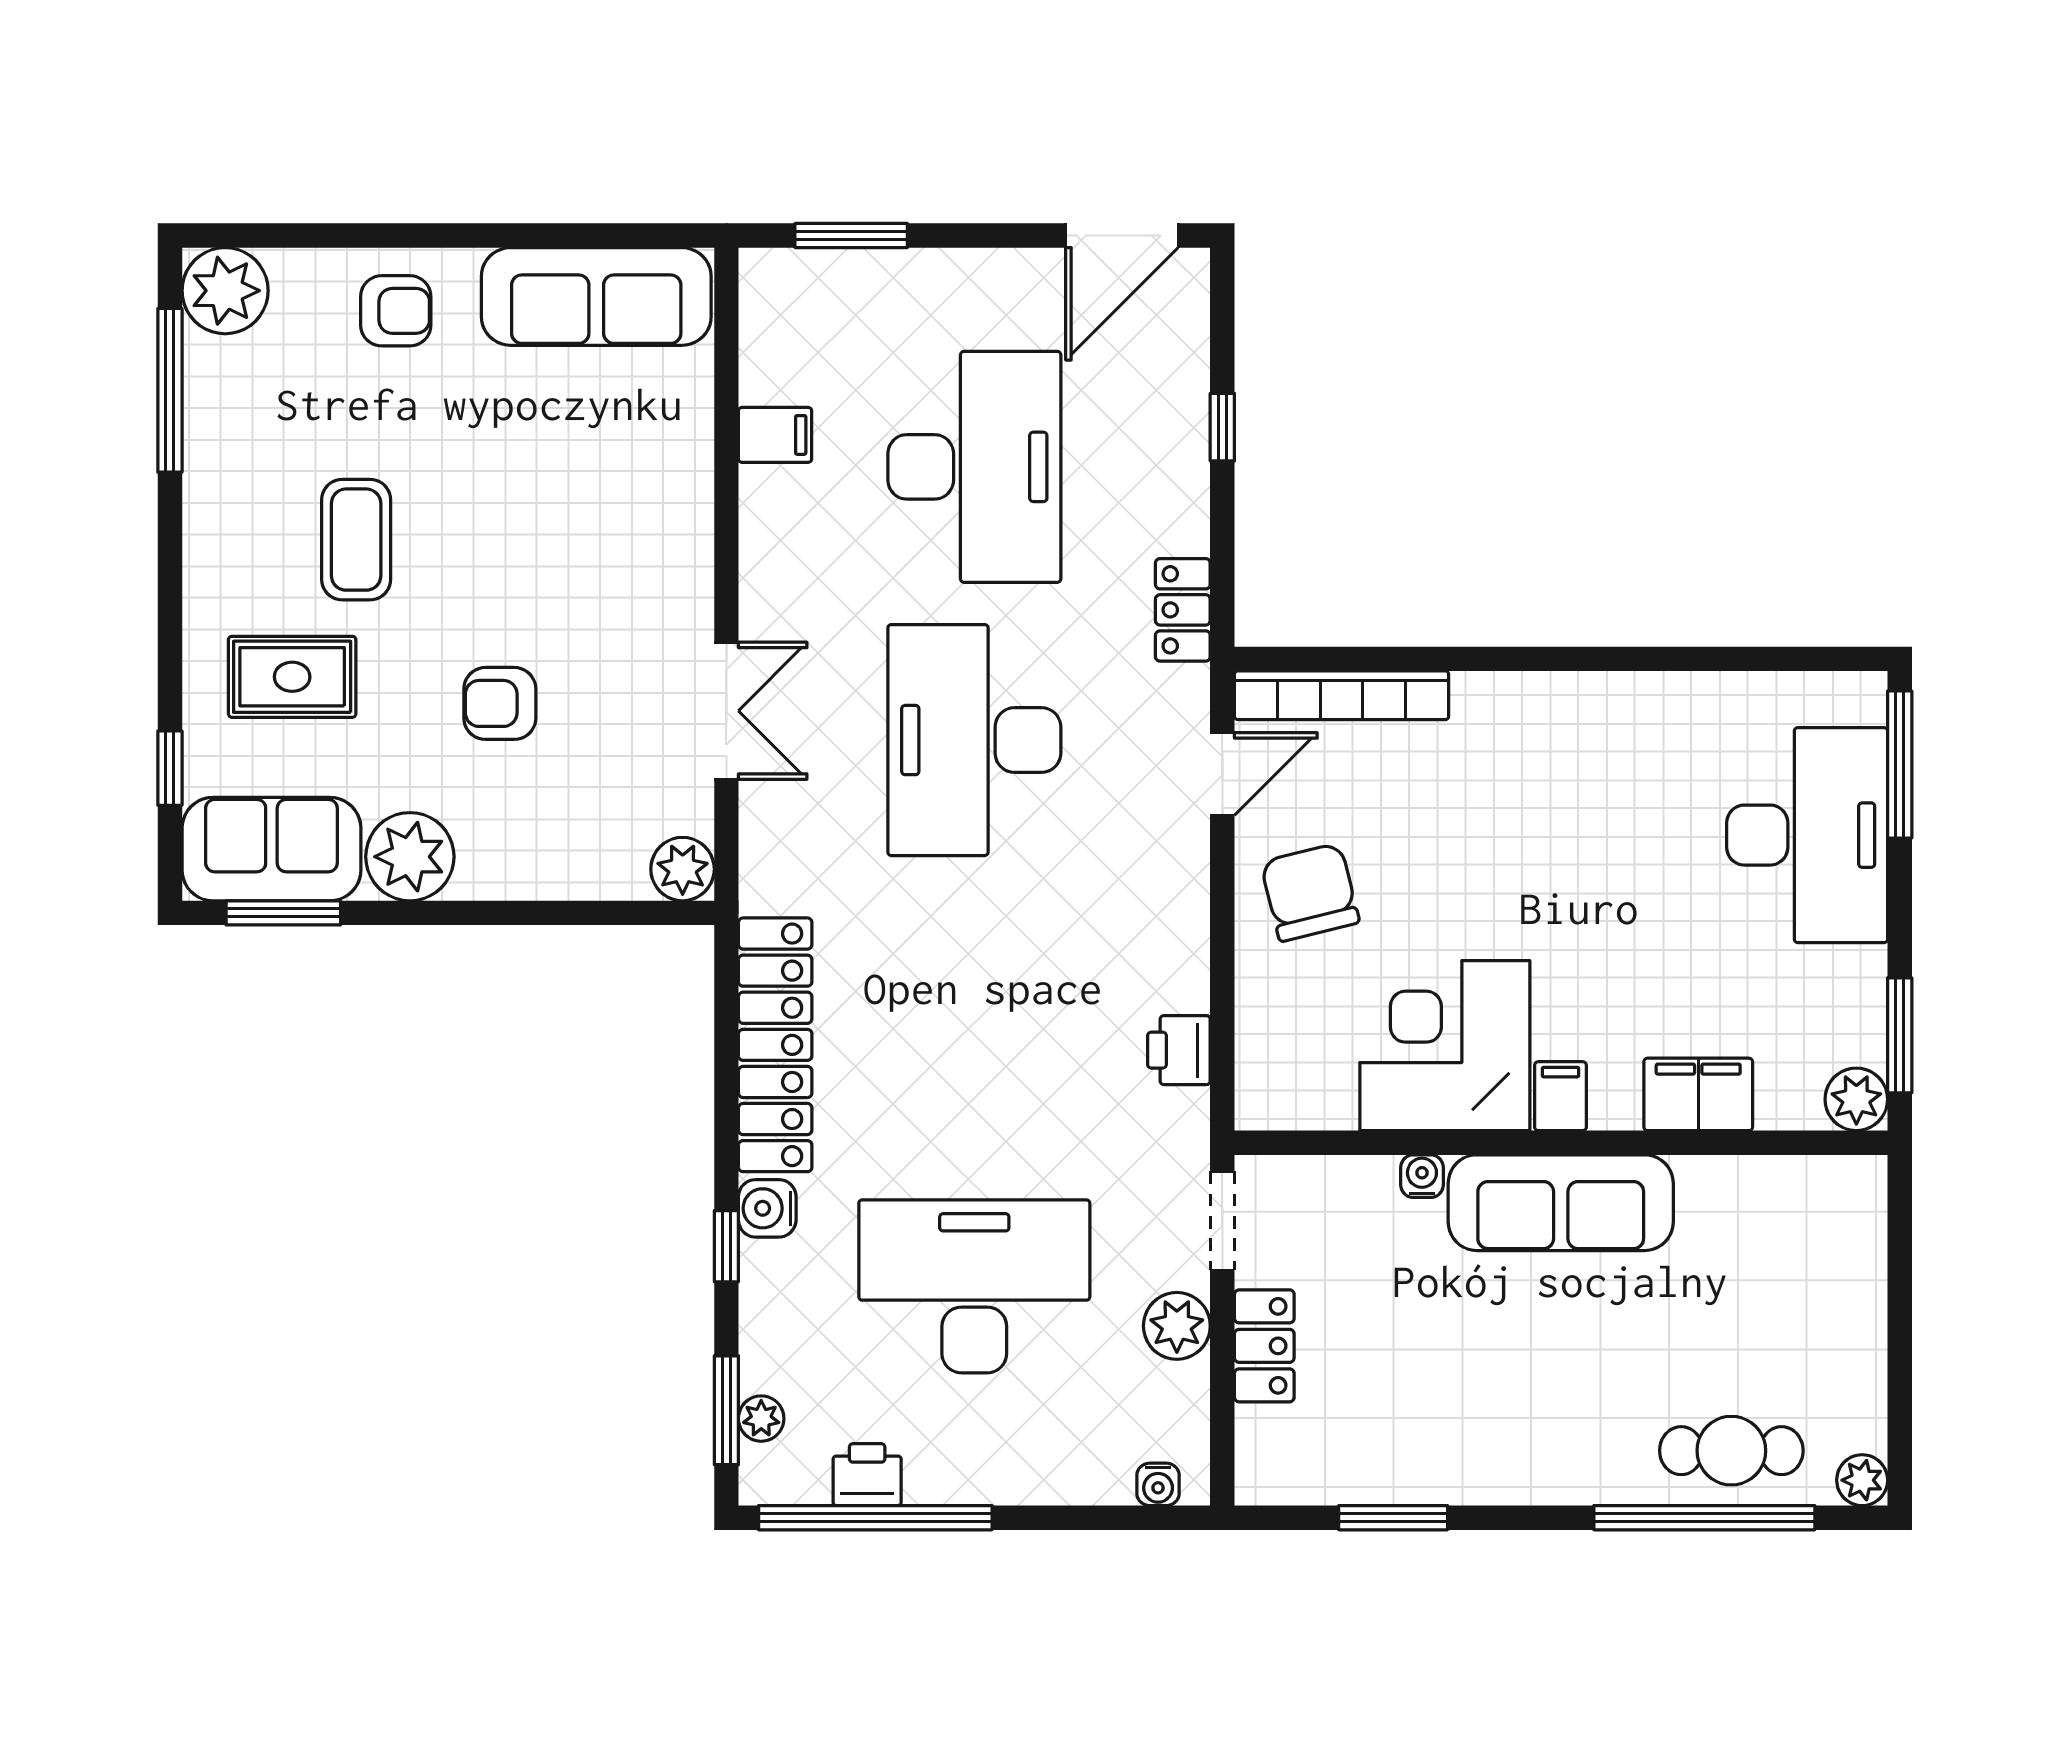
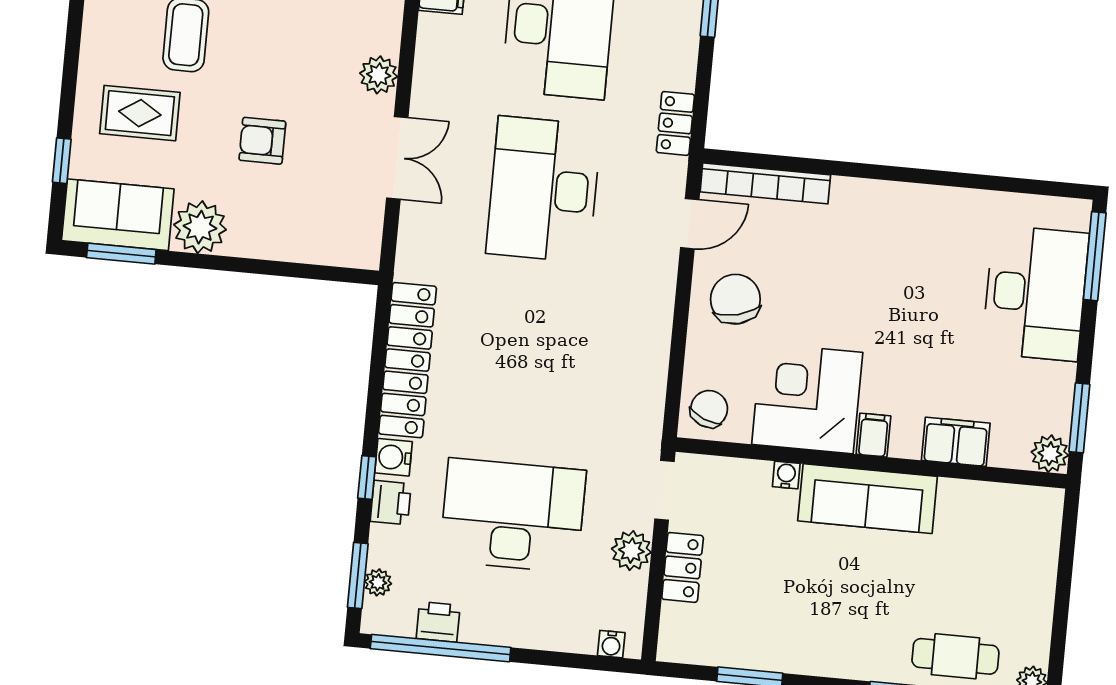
plant: (683, 869) -> (379, 75), moved
printer: (1179, 1050) -> (391, 503), moved, turned 180
chair: (1284, 1079) -> (709, 409), added

